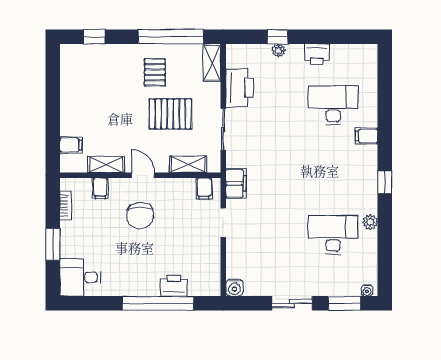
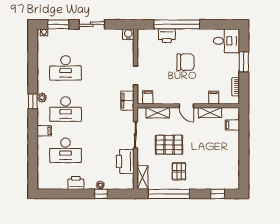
desk: (333, 170) -> (66, 109), added
chair: (140, 216) -> (185, 62), moved, turned 90
plant: (370, 222) -> (42, 98), moved

